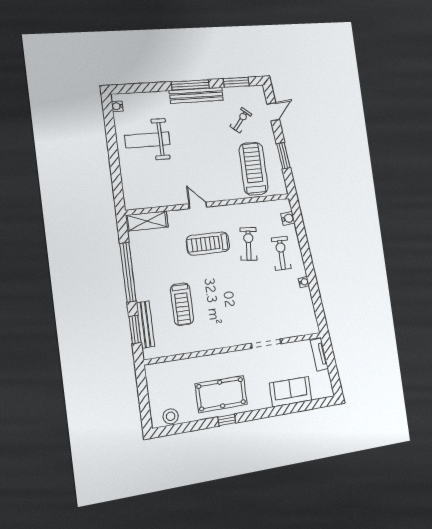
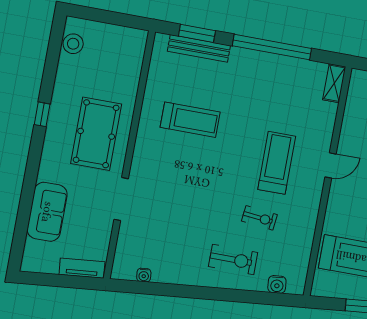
shelving: (147, 221) -> (334, 83), width x0.67, depth x0.75
exercise bike: (248, 244) -> (259, 218), width x0.73, depth x0.72
water cooler: (304, 282) -> (144, 275), moved
treadmill: (182, 304) -> (190, 120), moved, turned 180
pool table: (221, 394) -> (96, 134), moved

